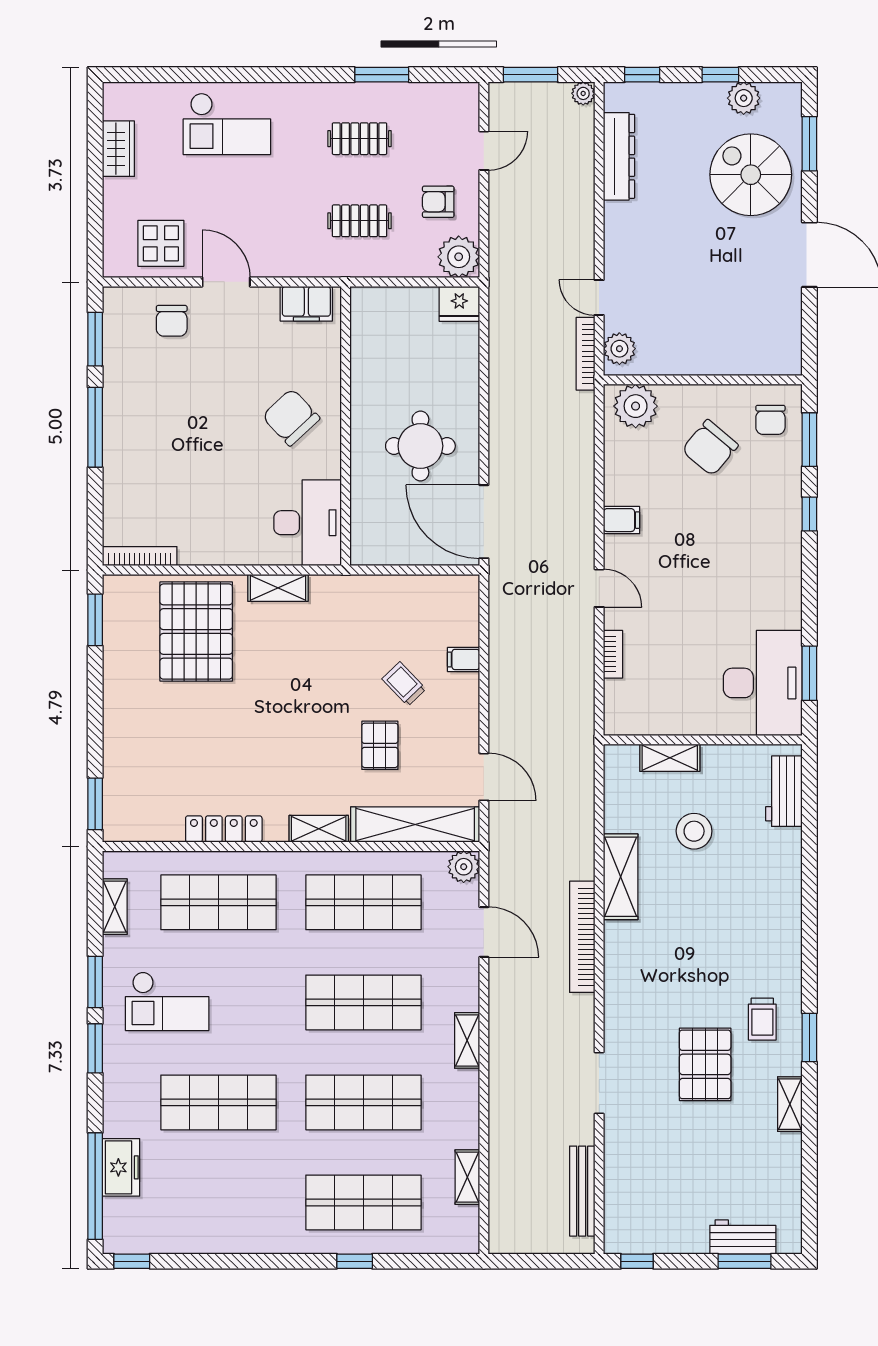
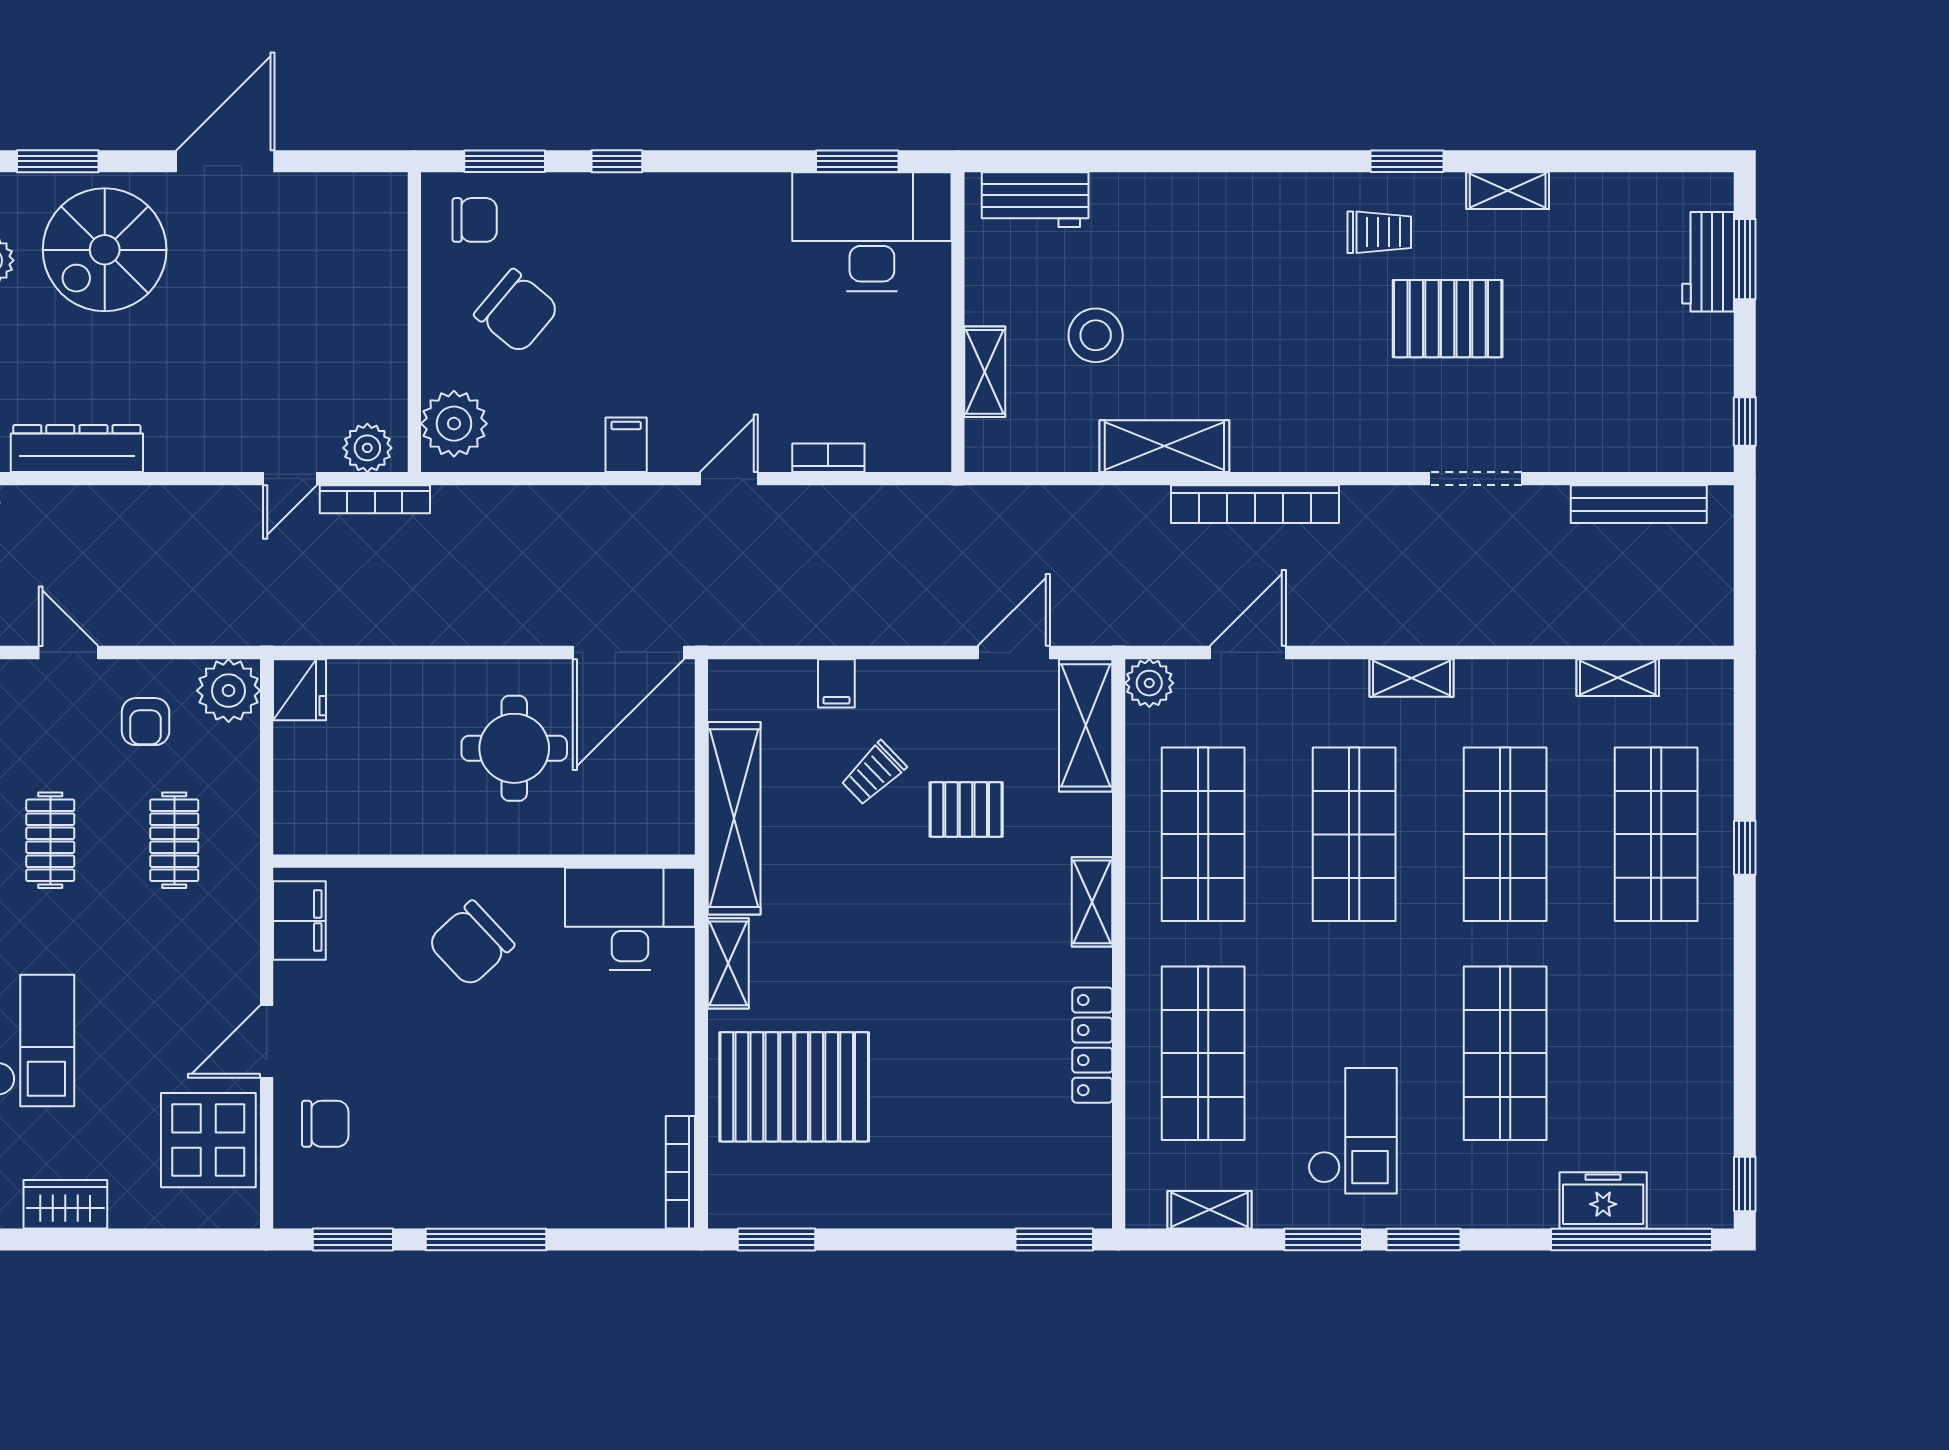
display table: (161, 243) -> (208, 1140), width x1.36, depth x1.36
shelving: (374, 592) -> (734, 818), added
shelving: (415, 825) -> (1086, 725), width x0.68

